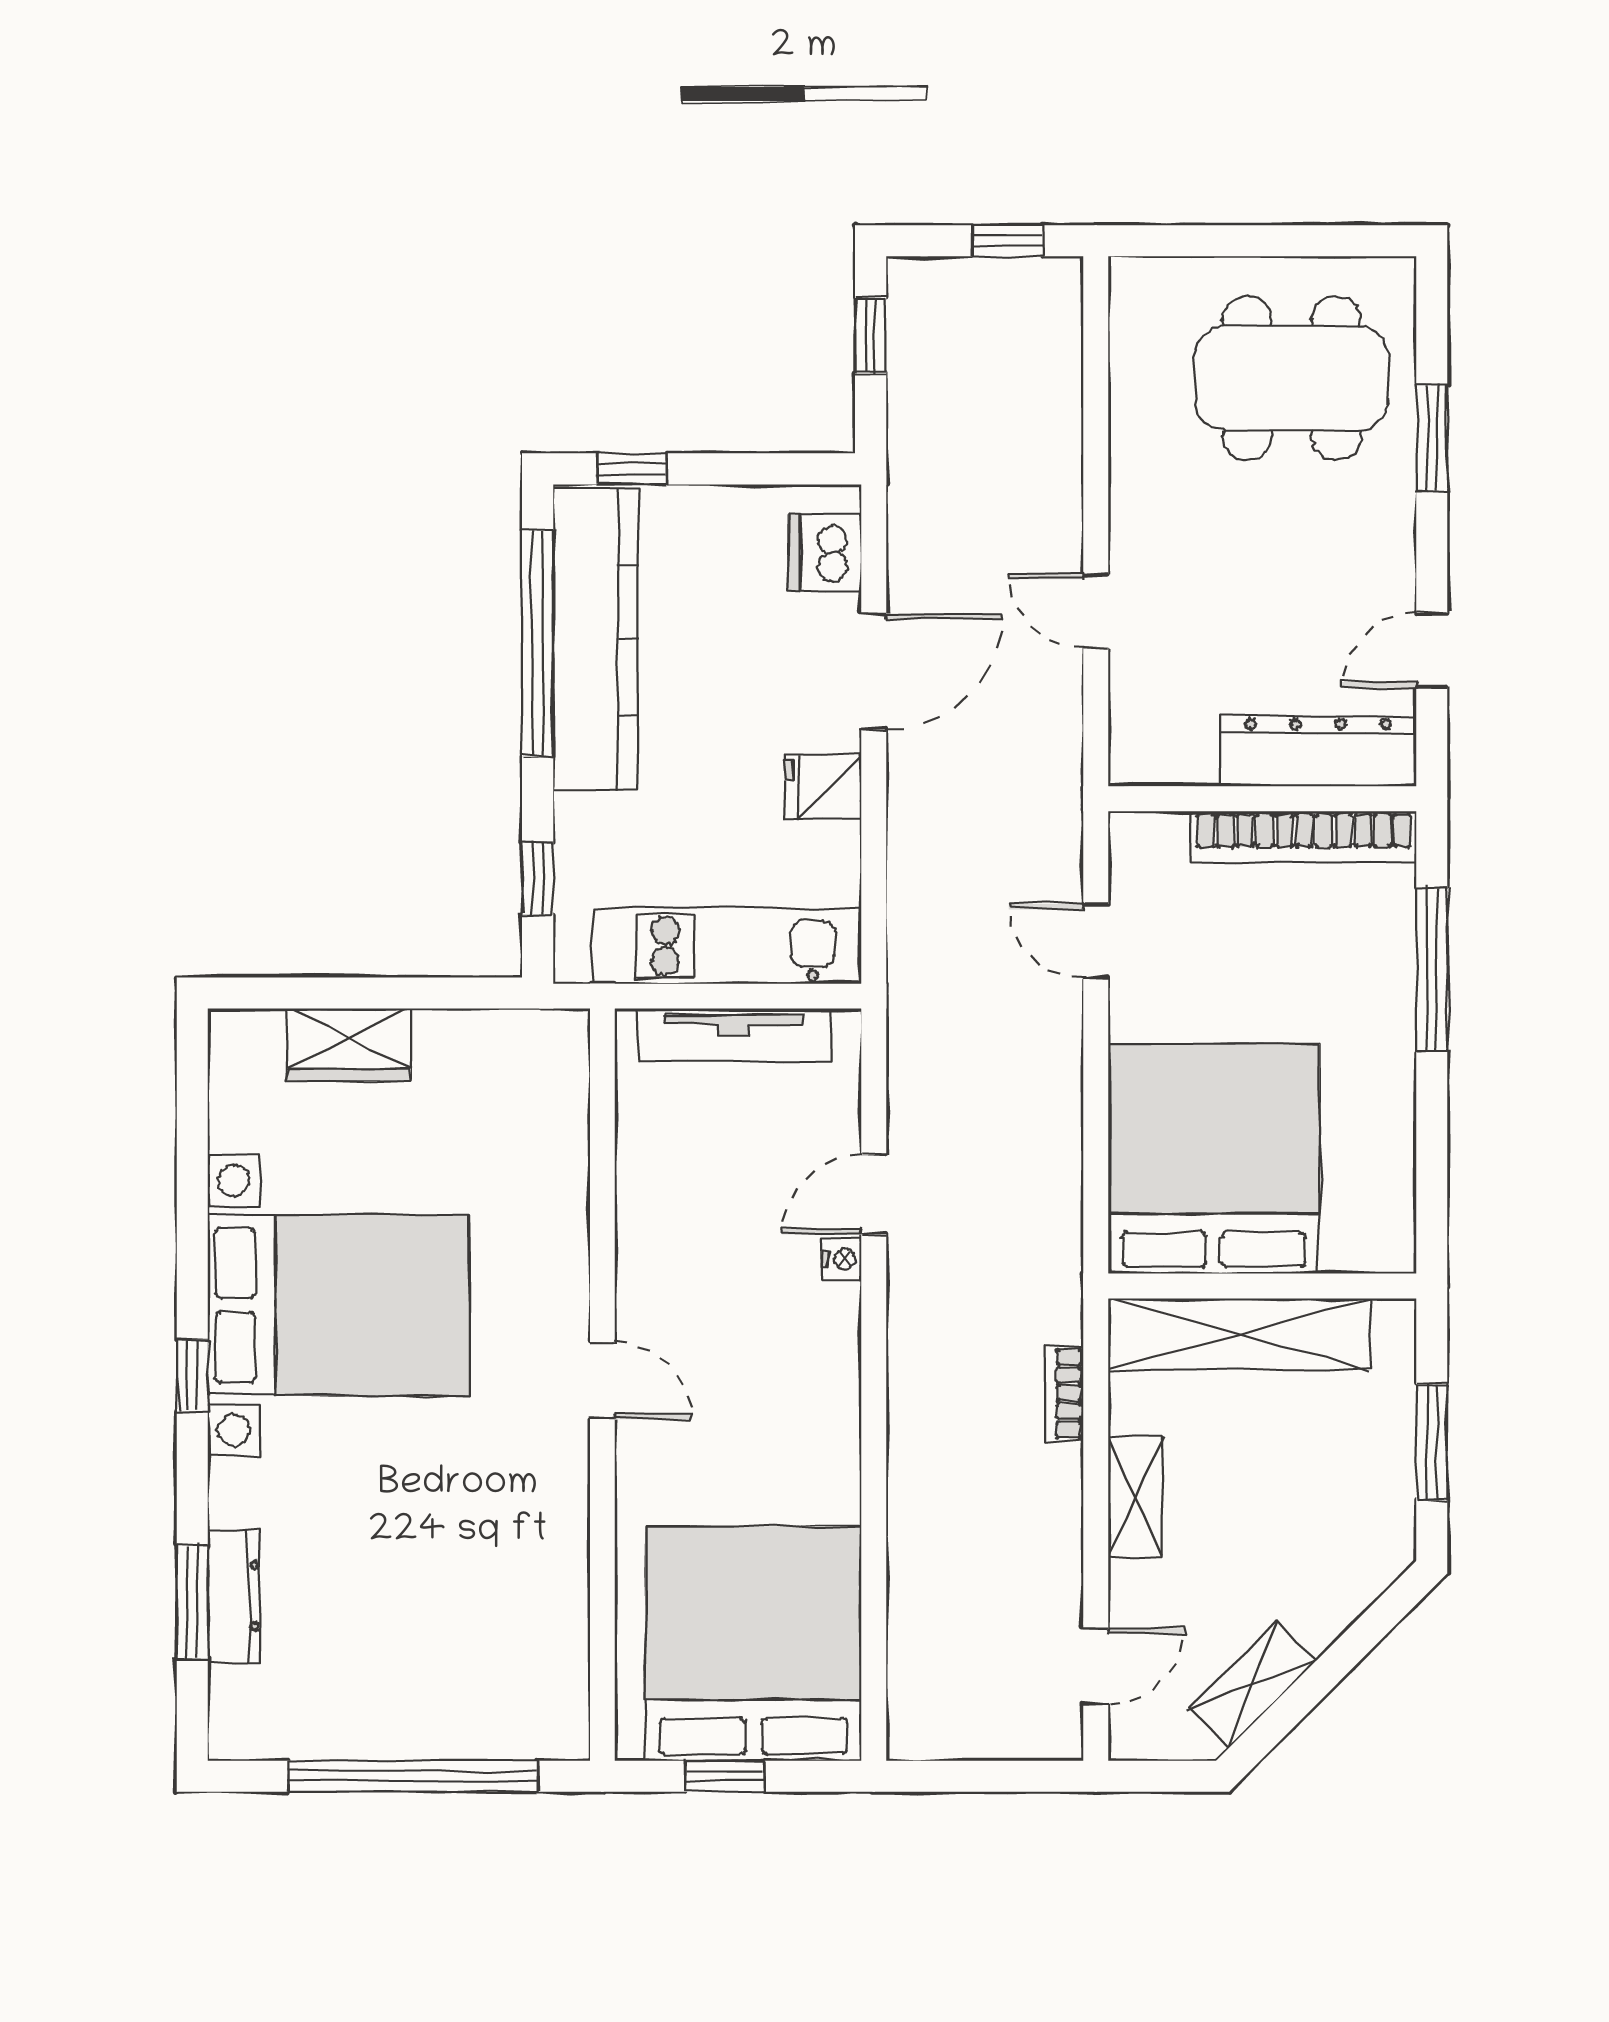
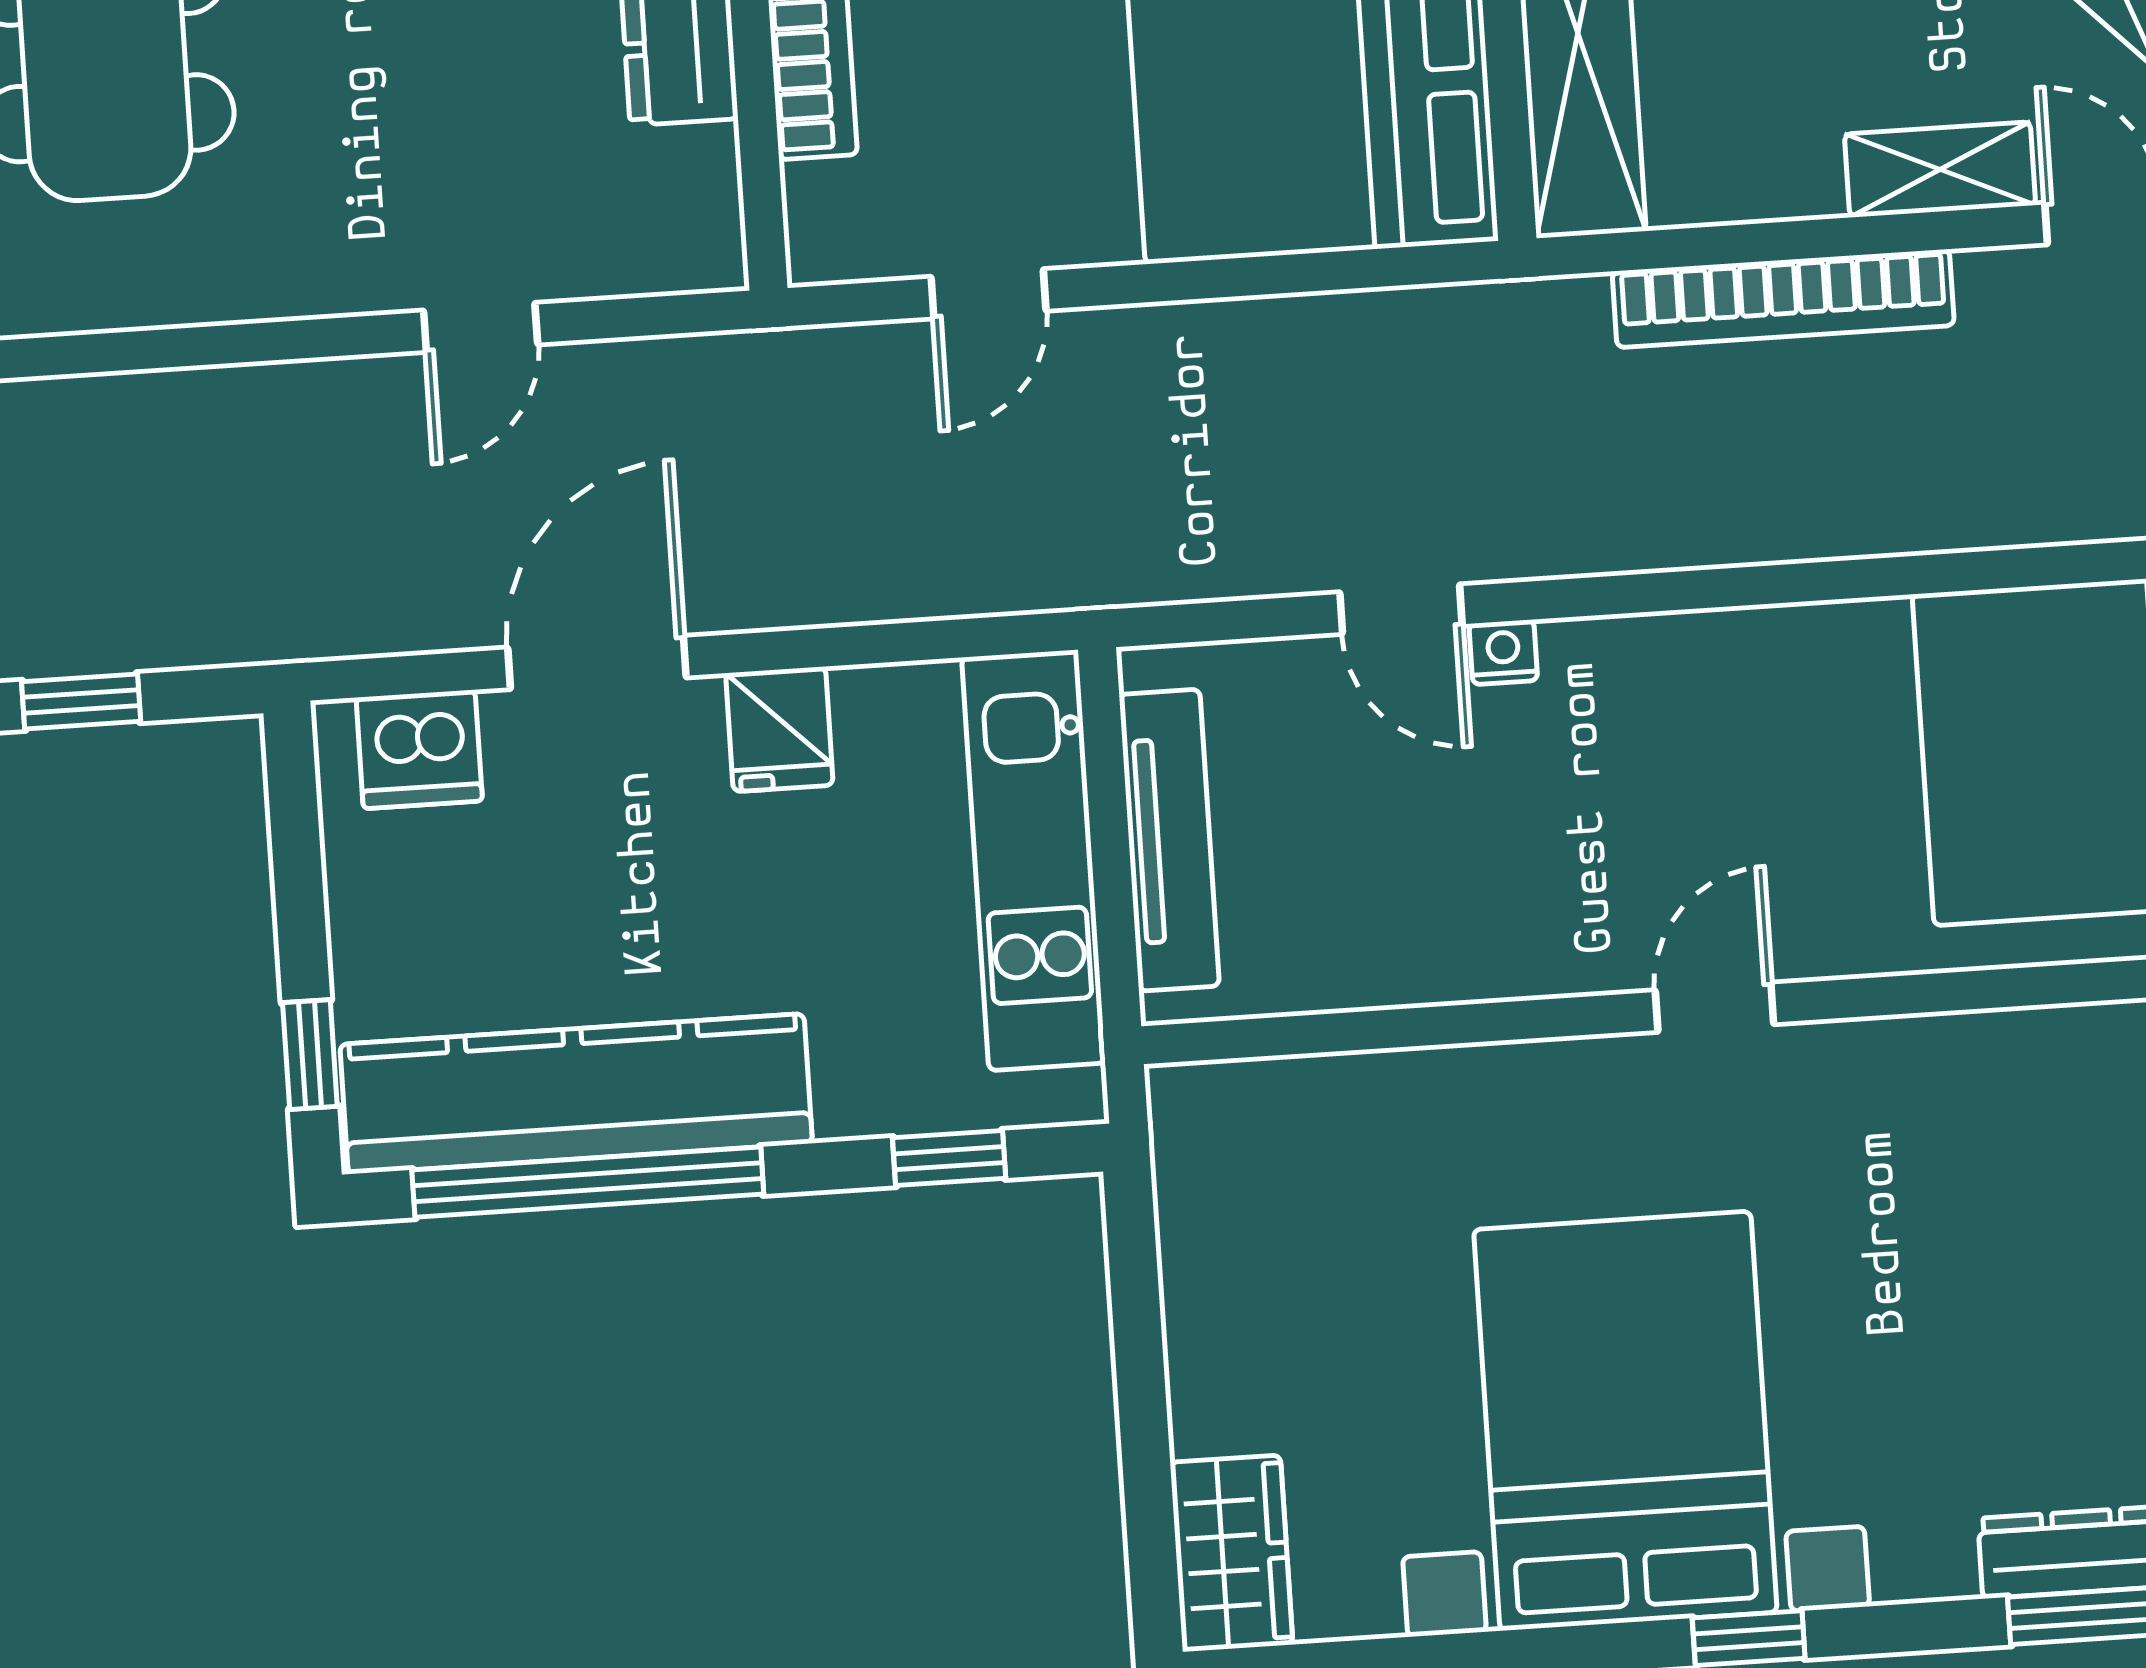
door: (874, 672) -> (597, 663), hinge flipped
wardrobe: (349, 1044) -> (1231, 1553), moved
bookcase: (1064, 1393) -> (1783, 298), width x2.31, depth x1.31
shelving: (1135, 1497) -> (1940, 170), moved

